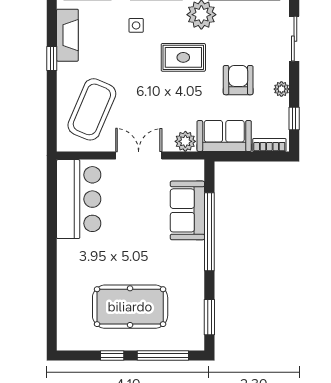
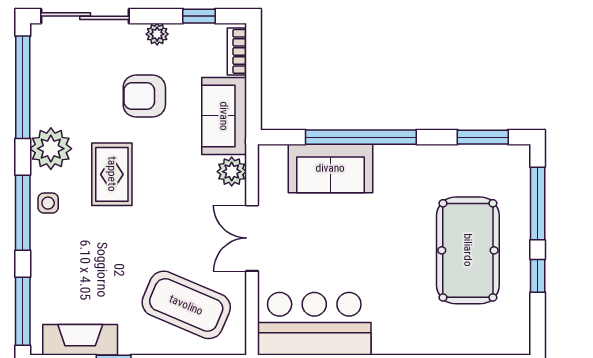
side table: (136, 25) -> (48, 203), moved
sliding door: (294, 39) -> (85, 16), width x1.37

